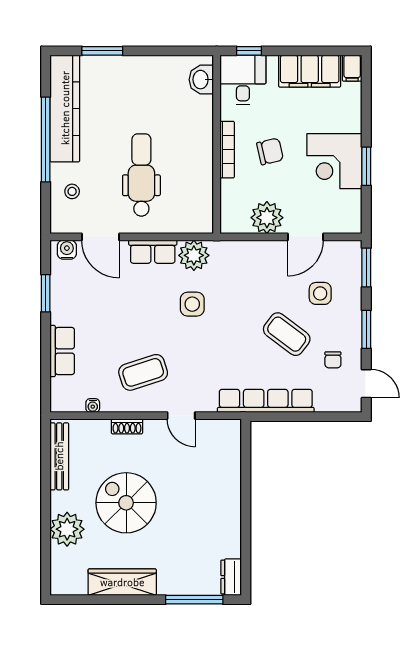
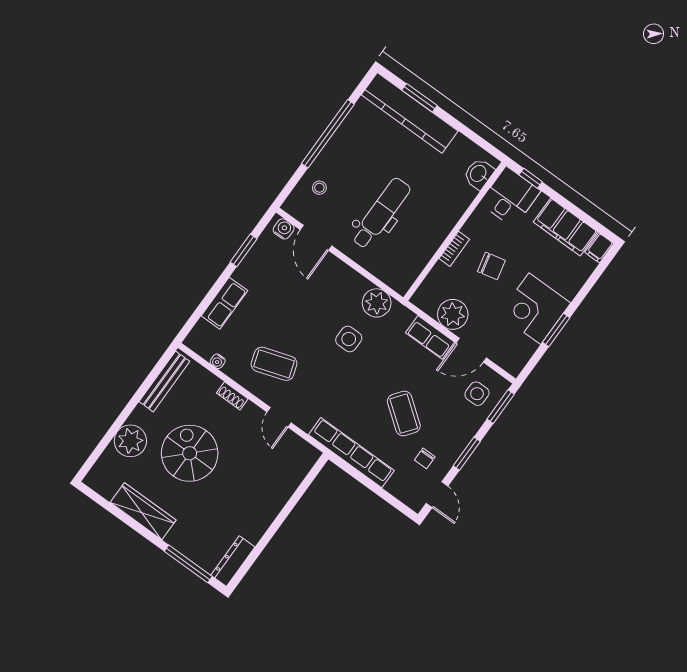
kitchen counter: (65, 108) -> (410, 113), moved, turned 90
bookcase: (227, 150) -> (454, 249), width x0.64
row of seats: (153, 252) -> (430, 337), moved
side table: (320, 293) -> (477, 394), moved
dresser: (231, 577) -> (233, 561), width x1.44

